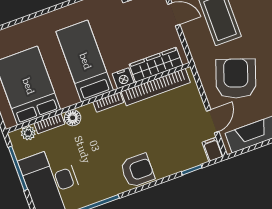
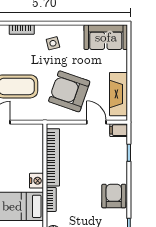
wardrobe: (156, 65) -> (35, 151), removed

